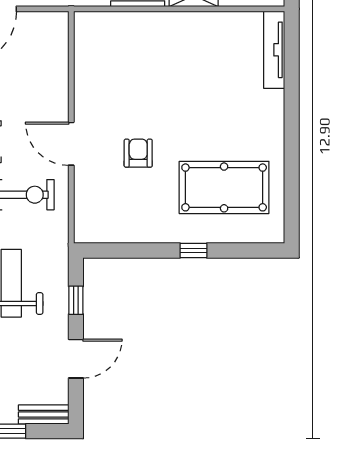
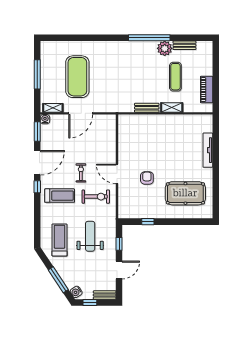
tv unit: (274, 50) -> (208, 150), moved
window: (193, 251) -> (148, 222), moved

